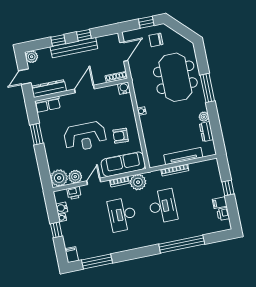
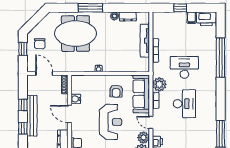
water cooler: (124, 88) -> (76, 99), moved
desk: (122, 214) -> (184, 104), turned -90
printer: (223, 214) -> (206, 19), width x1.87, depth x1.48

